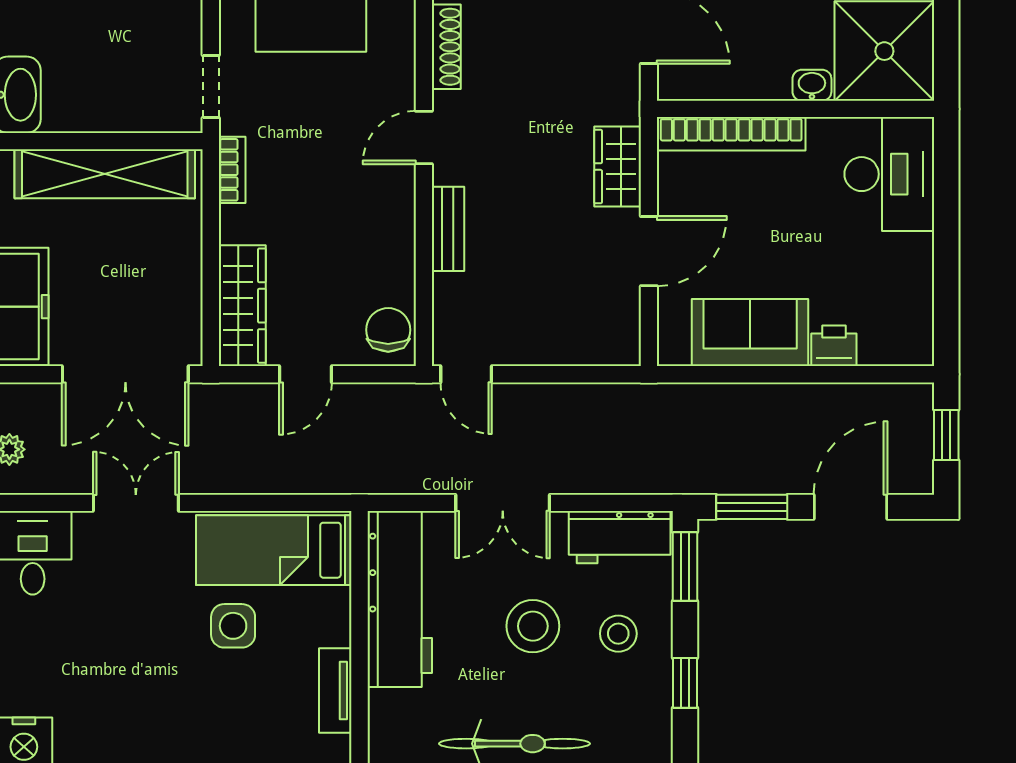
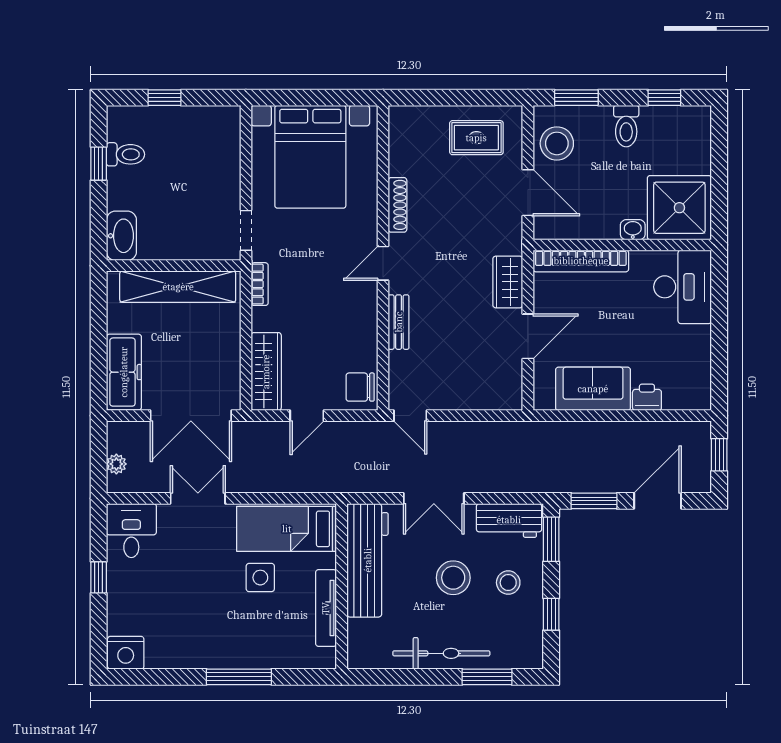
chair: (388, 330) -> (360, 387), turned -90
tv unit: (335, 691) -> (326, 608), width x1.41

